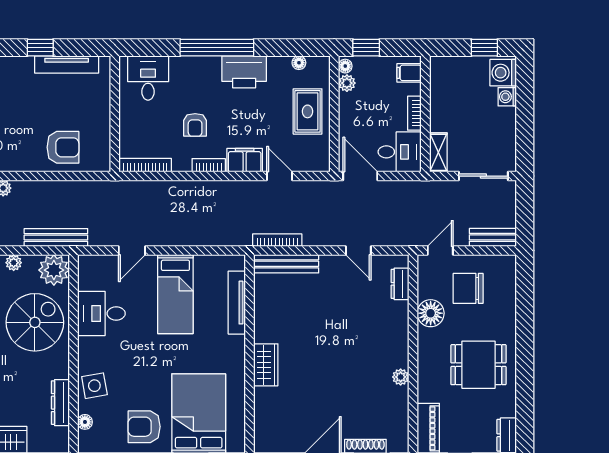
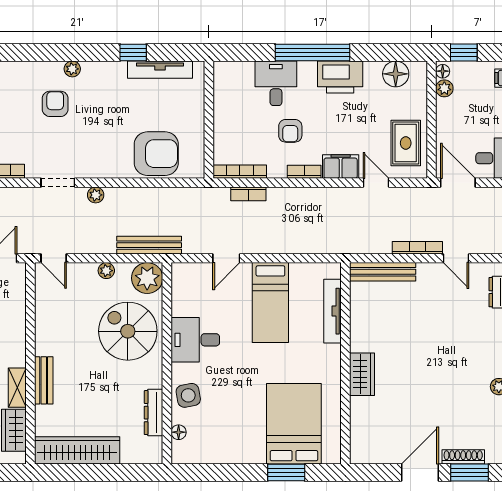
floor lamp: (299, 63) -> (396, 74), width x1.89, depth x1.89
desk: (148, 78) -> (276, 83), moved
rug: (308, 111) -> (406, 143), moved
armchair: (63, 147) -> (156, 154), width x1.36, depth x1.36
bookcase: (154, 187) -> (248, 194), added
bookcase: (277, 240) -> (417, 248), moved
desk: (101, 313) -> (195, 340), moved
spiral stairs: (35, 322) -> (128, 331), turned -90
armchair: (144, 427) -> (239, 437), removed

